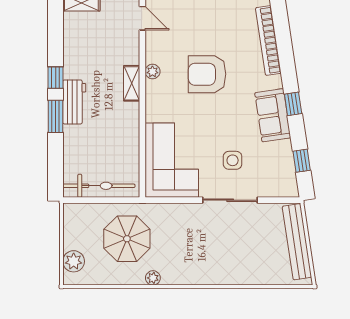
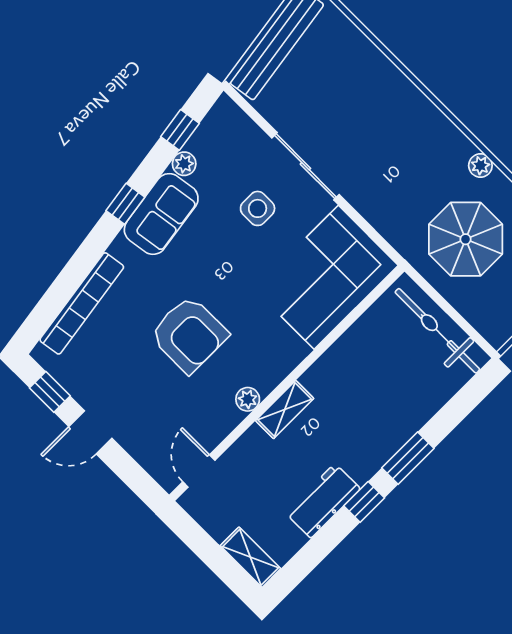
workbench: (74, 102) -> (323, 501), moved
plant: (285, 148) -> (184, 164), added

